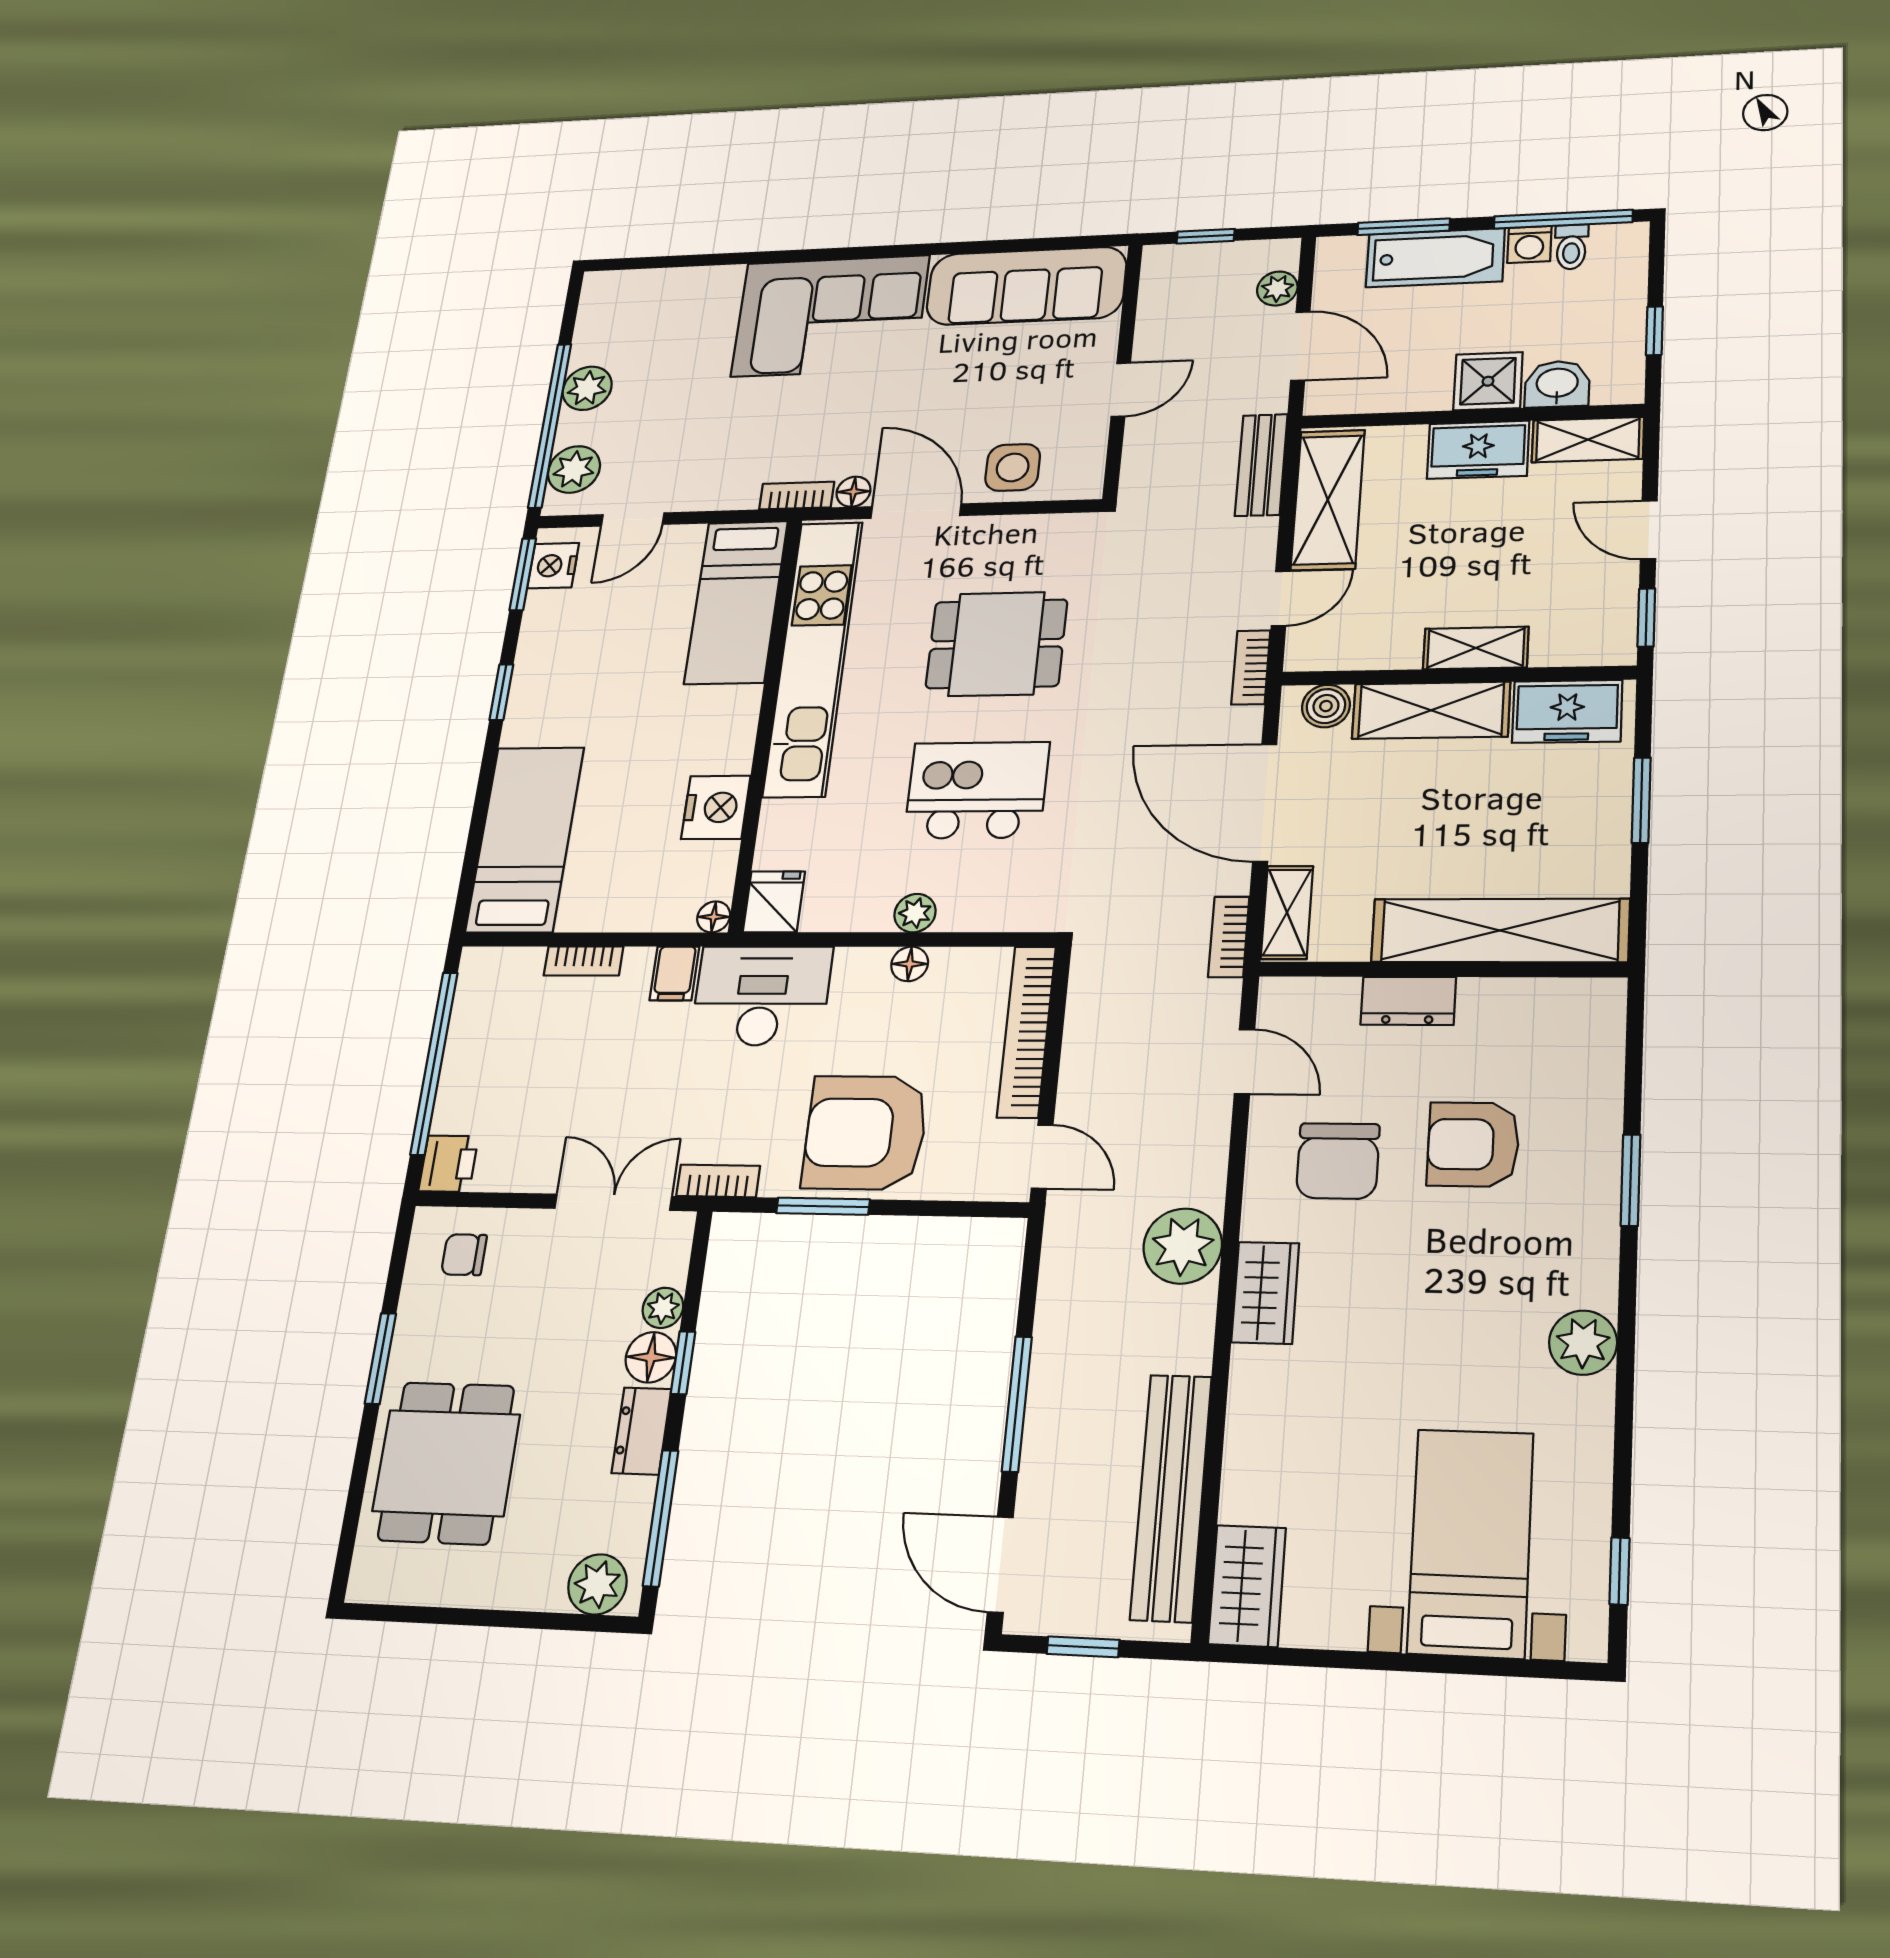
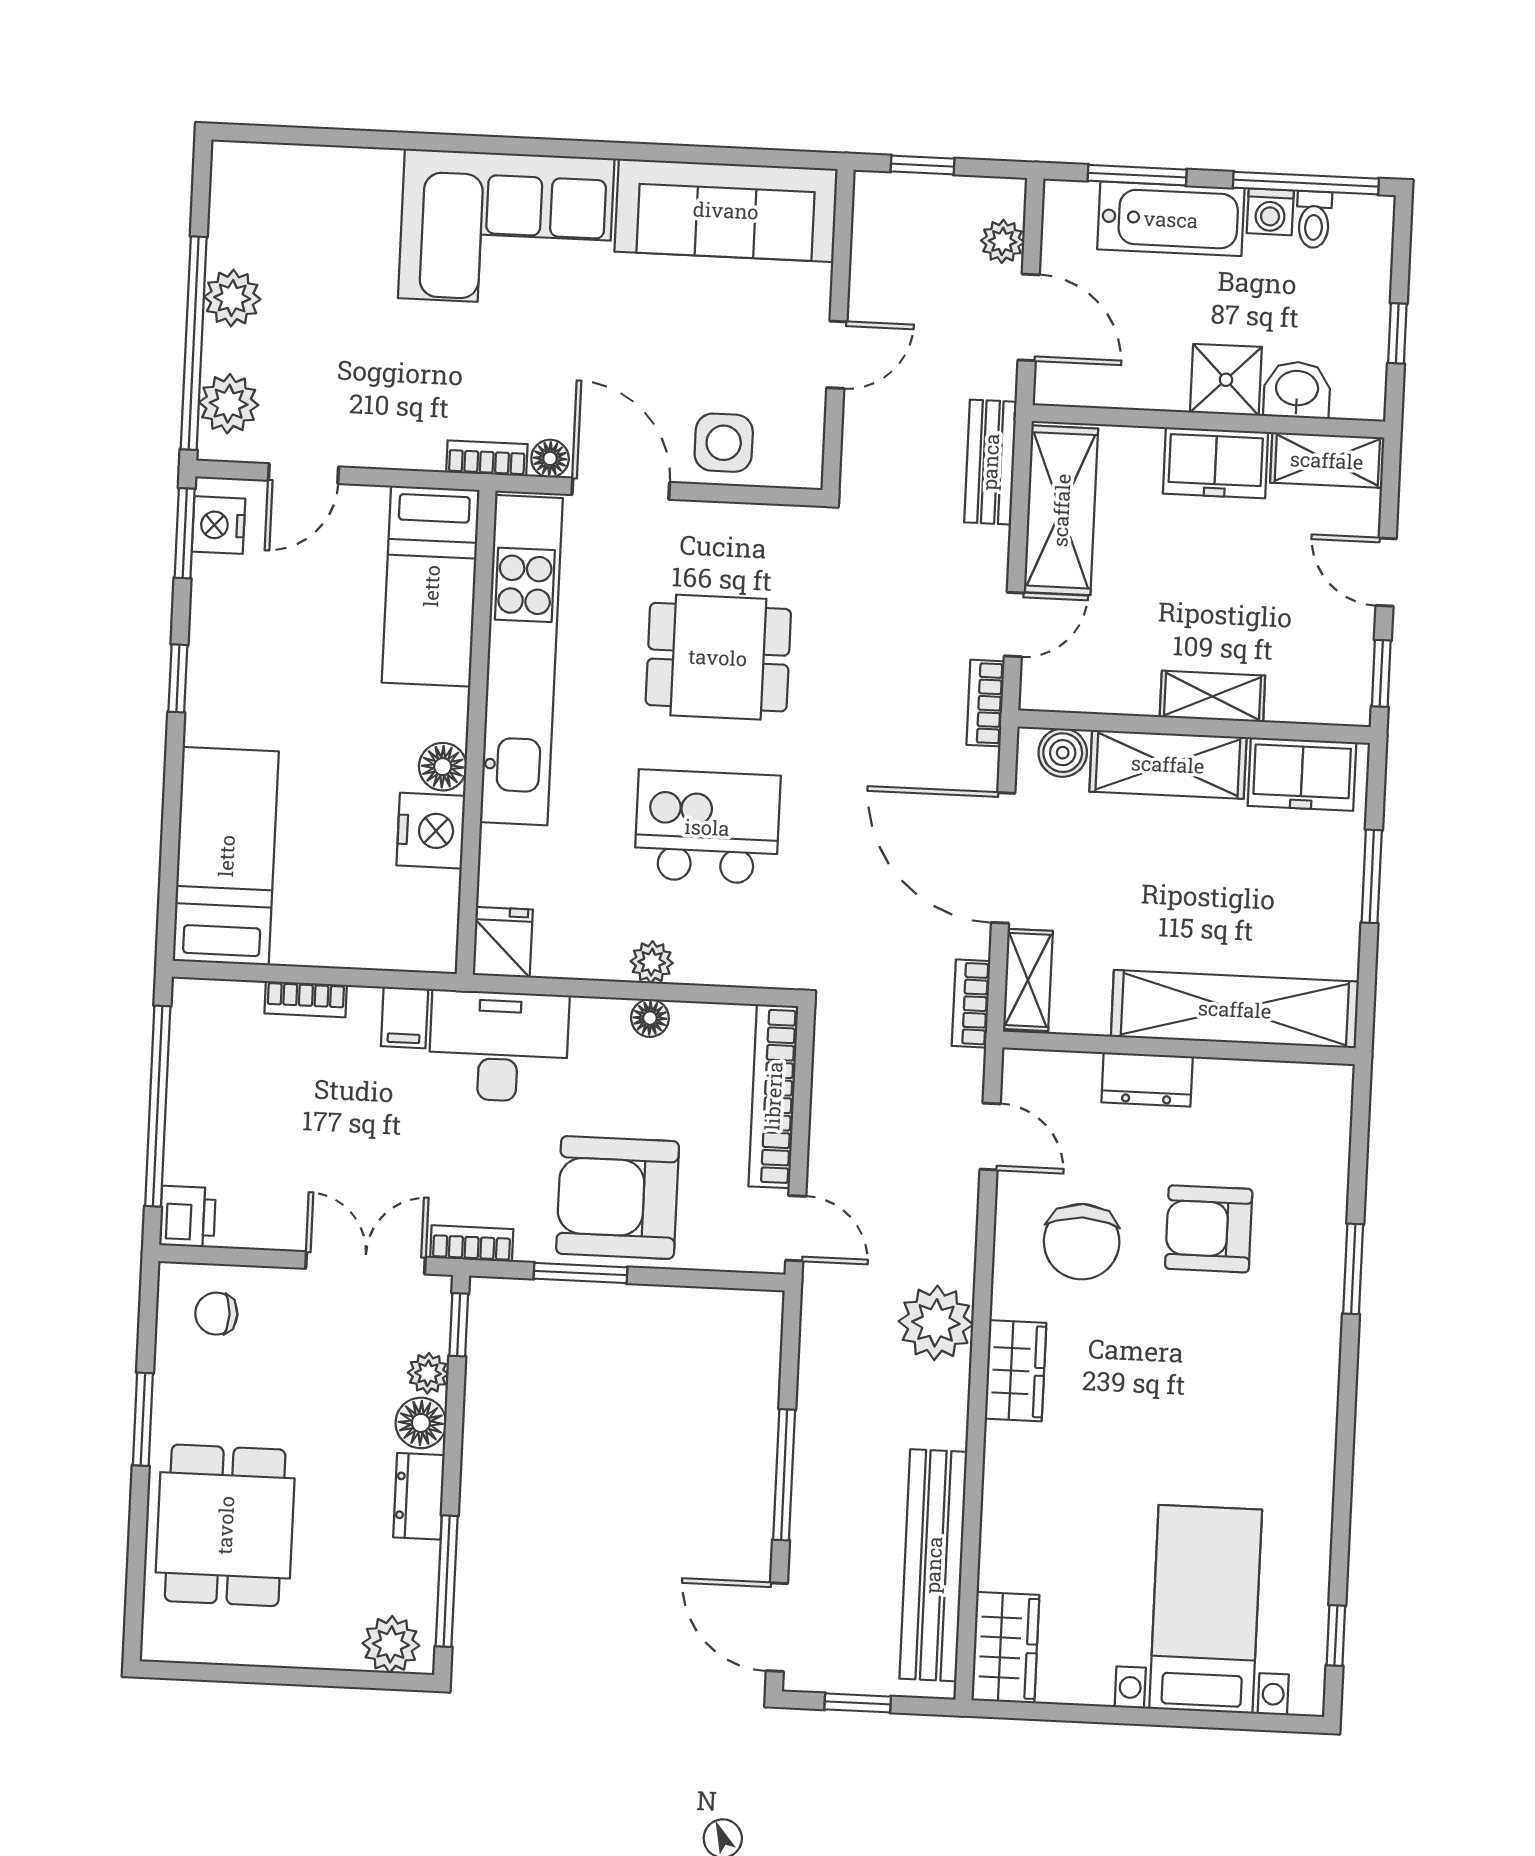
floor lamp: (714, 917) -> (443, 767), moved, width x1.37, depth x1.37
plant: (1583, 1343) -> (1307, 1425), removed
window: (683, 1363) -> (459, 1325), moved

